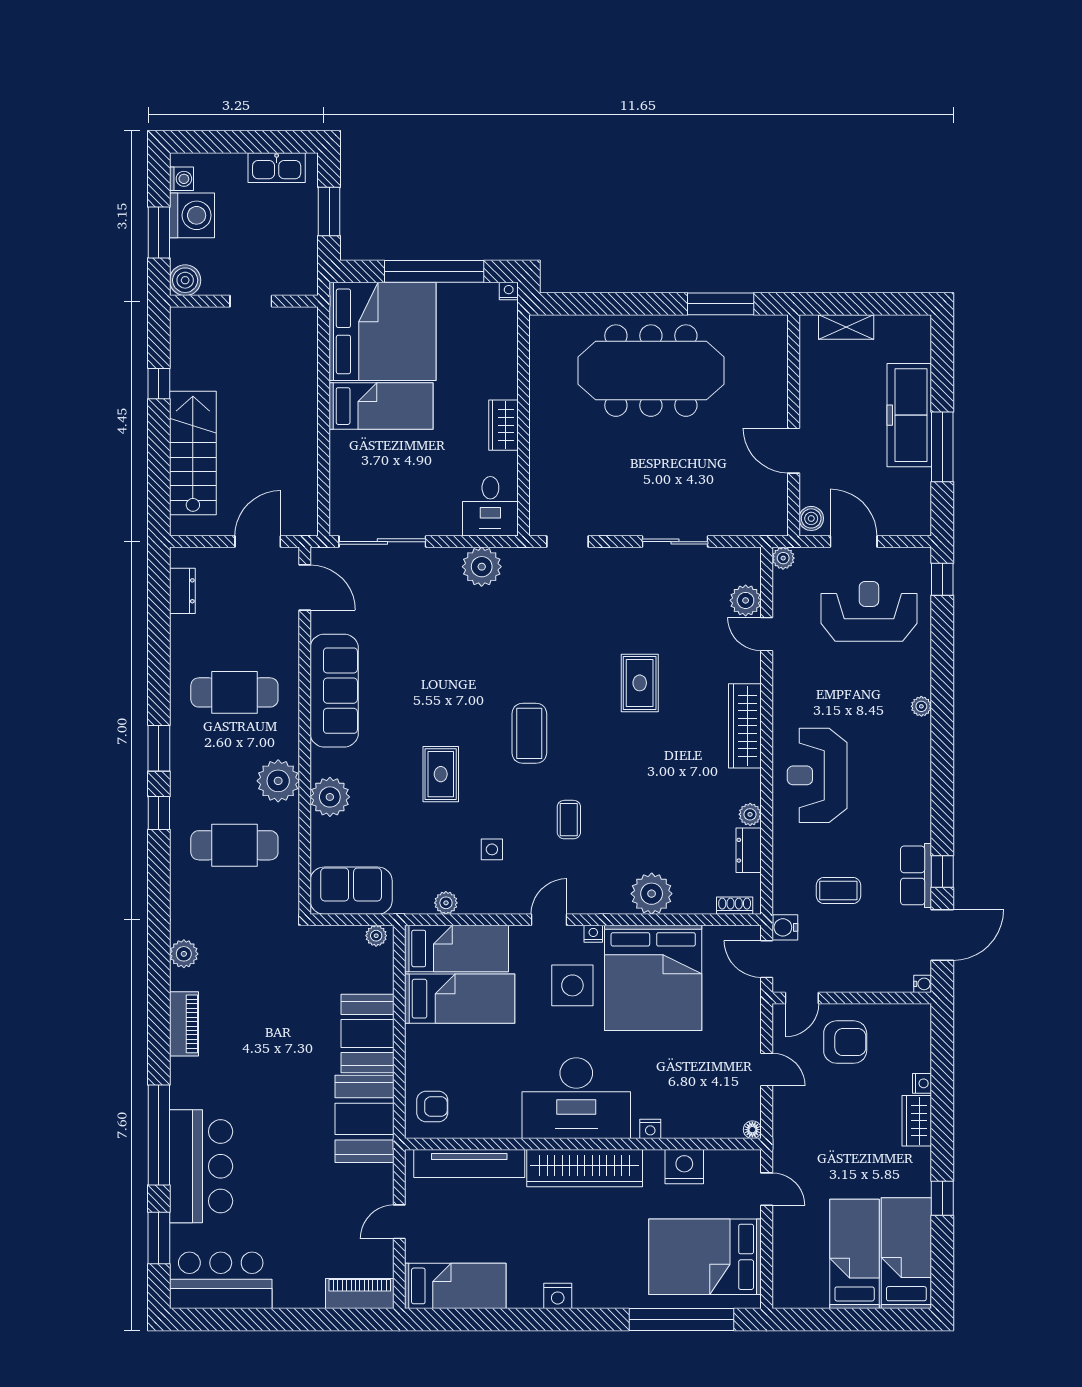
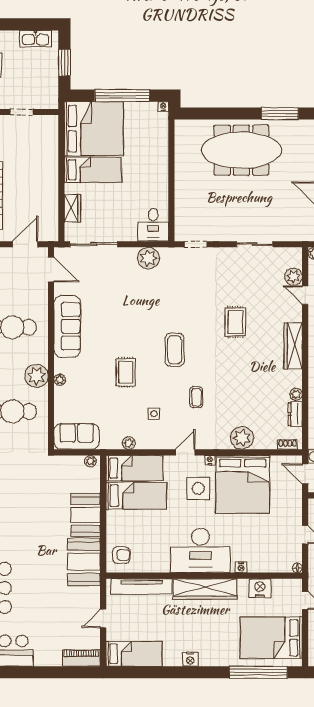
wardrobe: (503, 425) -> (72, 208), moved, turned 180
plant: (330, 797) -> (60, 380), width x0.53, depth x0.53

